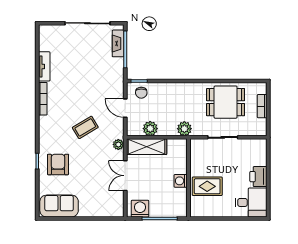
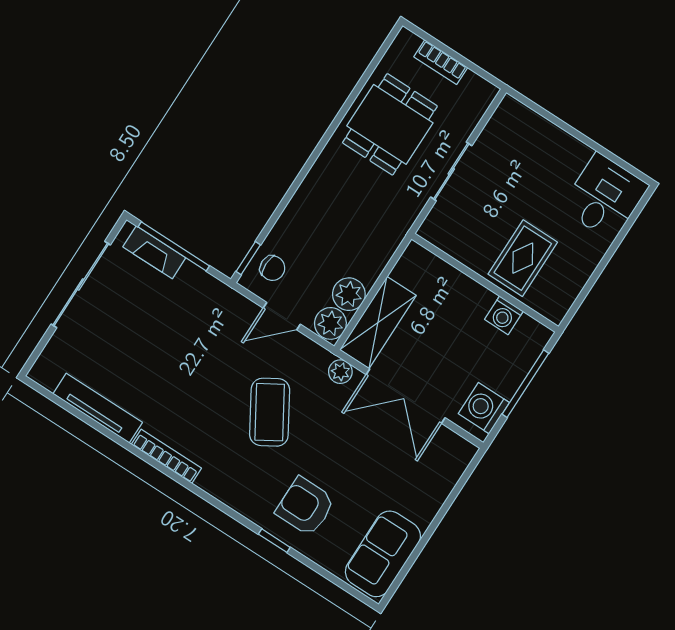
tv unit: (44, 66) -> (98, 408), width x1.41
coffee table: (85, 127) -> (270, 412), width x1.36, depth x1.30
plant: (184, 129) -> (330, 323), moved
double door: (125, 176) -> (406, 396), width x1.37
printer: (258, 177) -> (566, 153), removed
washing machine: (181, 181) -> (504, 315), moved

